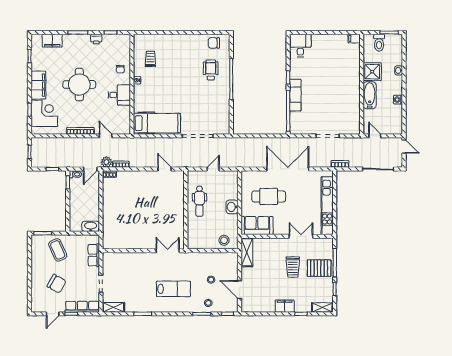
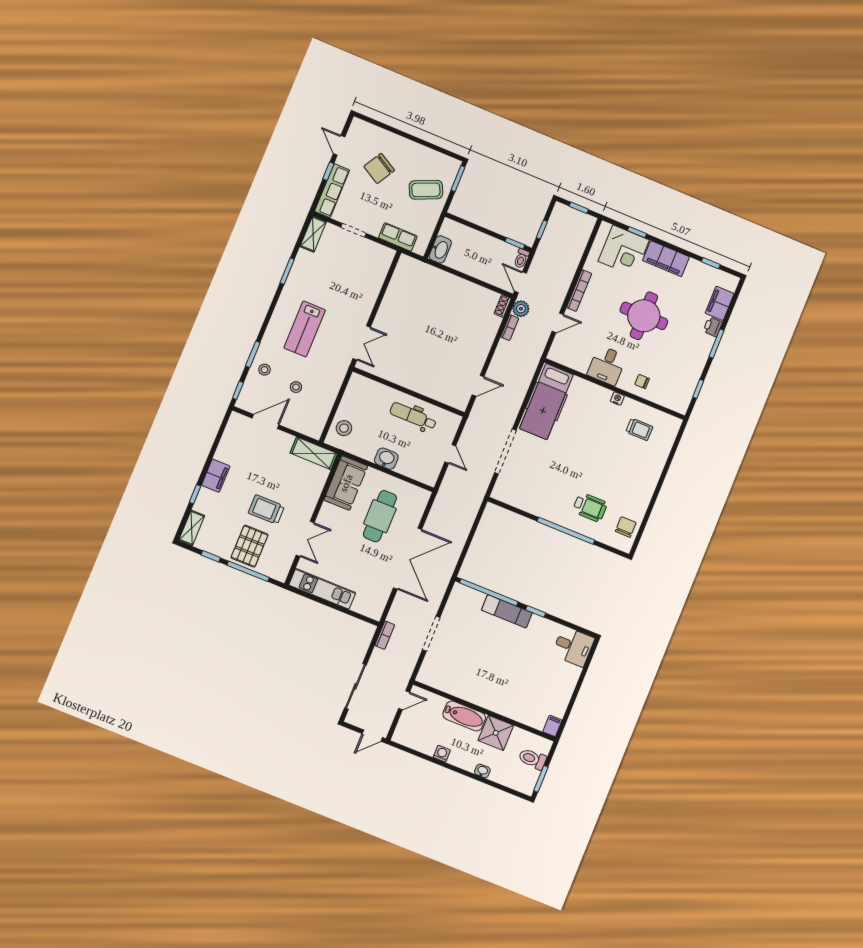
printer: (96, 39) -> (713, 327), moved
kitchen unit: (327, 206) -> (322, 589), width x0.73

